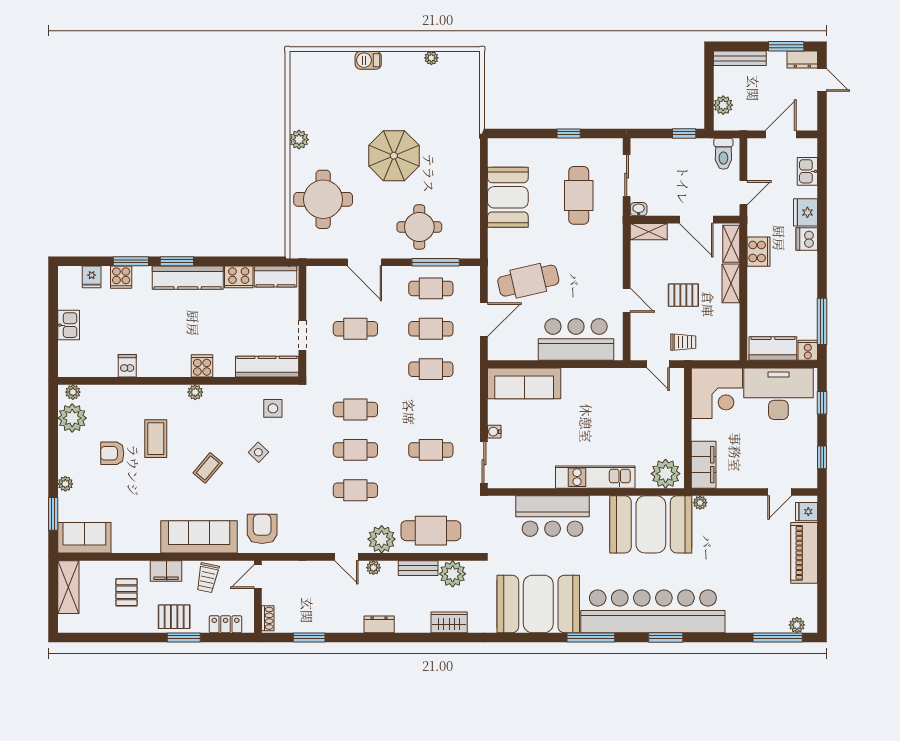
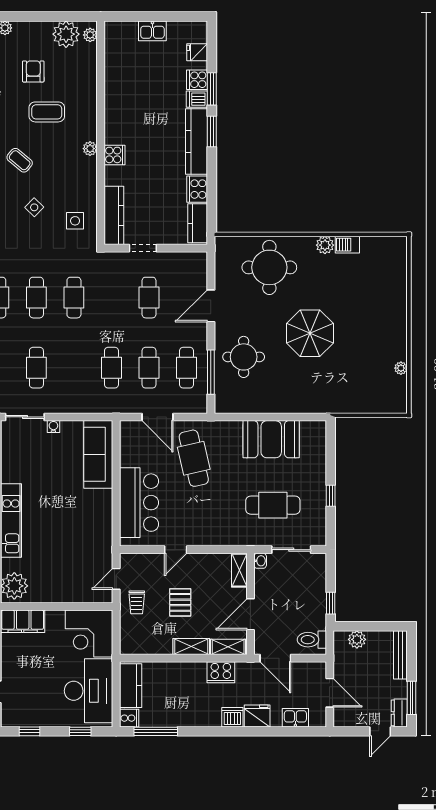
barbecue: (368, 60) -> (347, 245), moved, turned -90
door: (743, 193) -> (275, 658), width x1.38
dishwasher: (127, 366) -> (197, 99), moved, turned 180

